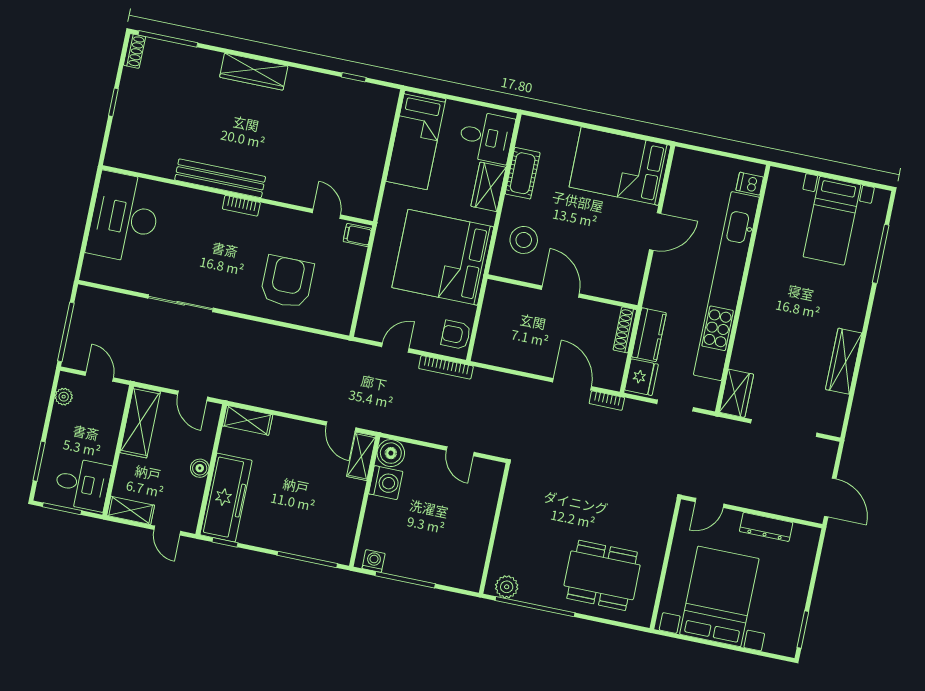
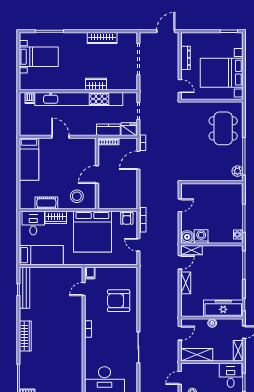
bed: (620, 166) -> (29, 159), width x0.67
bench: (220, 178) -> (25, 288), moved
wardrobe: (736, 393) -> (96, 84), moved
shelving: (248, 420) -> (186, 283), moved

